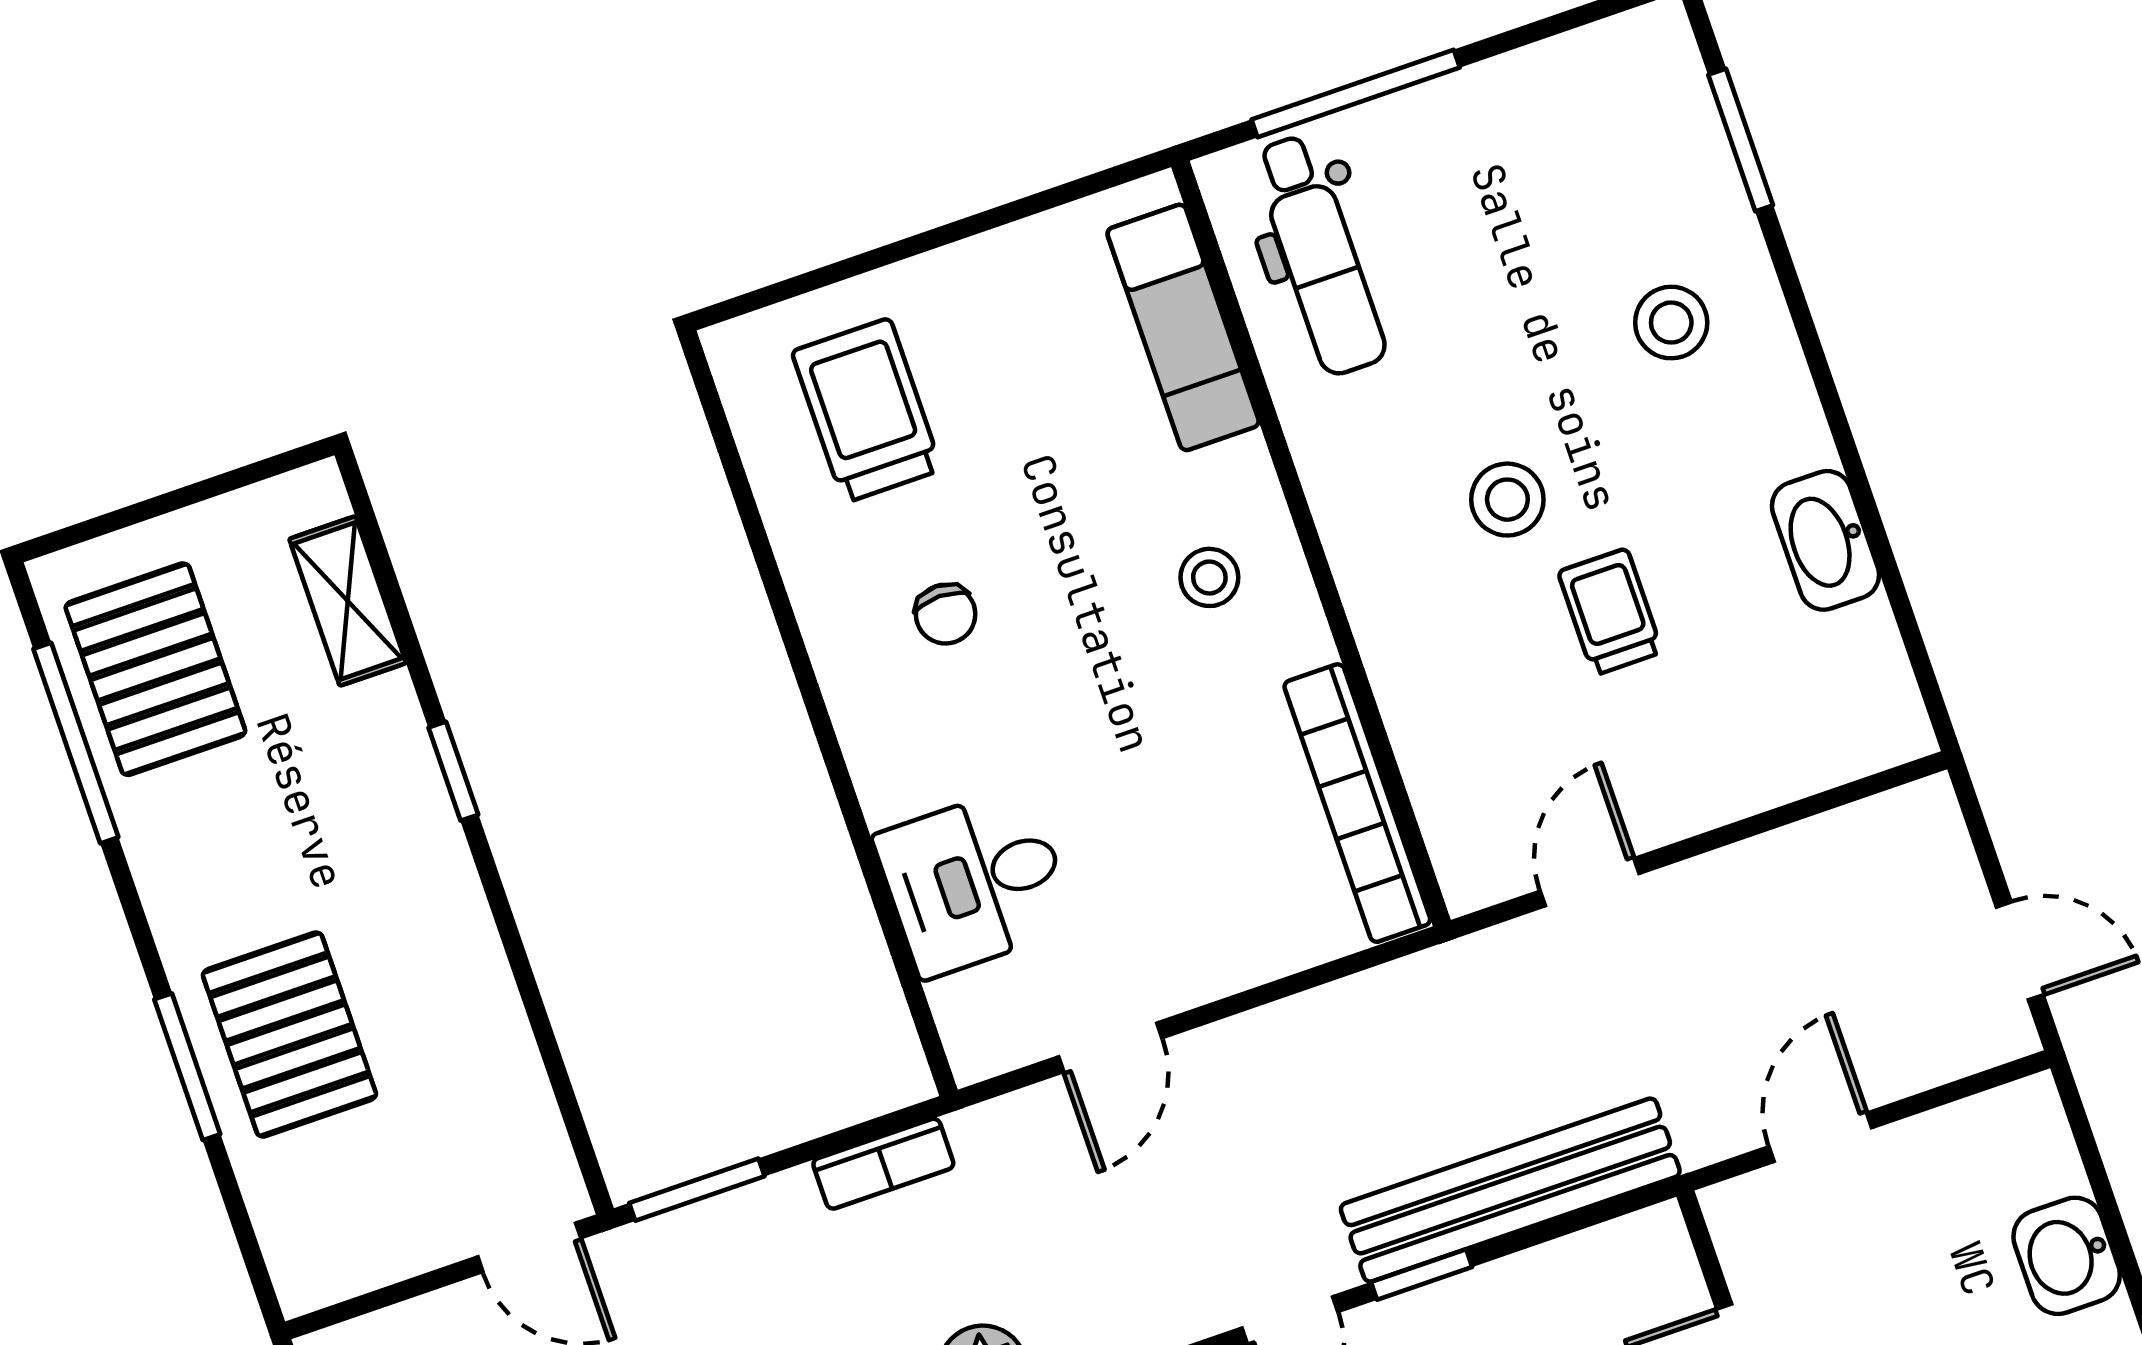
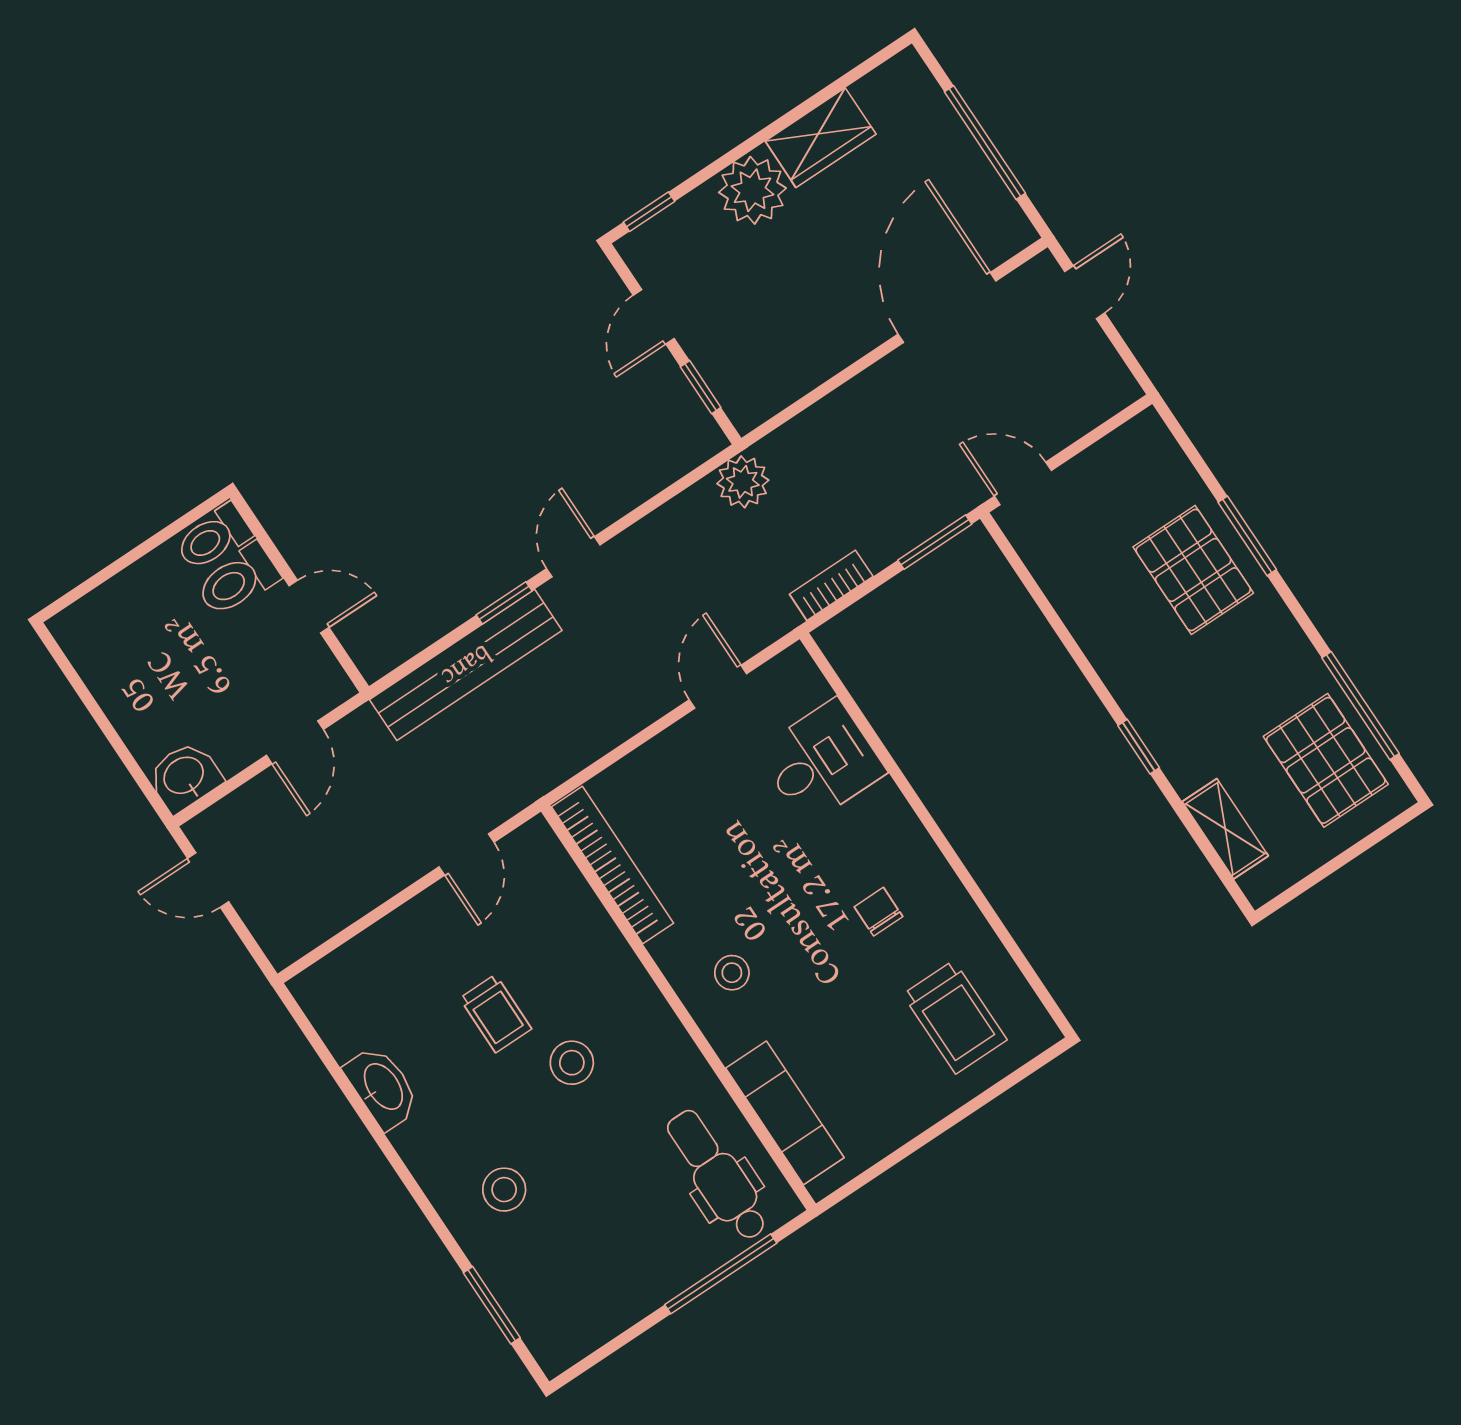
washbasin: (2067, 1256) -> (184, 777), moved, turned -90

